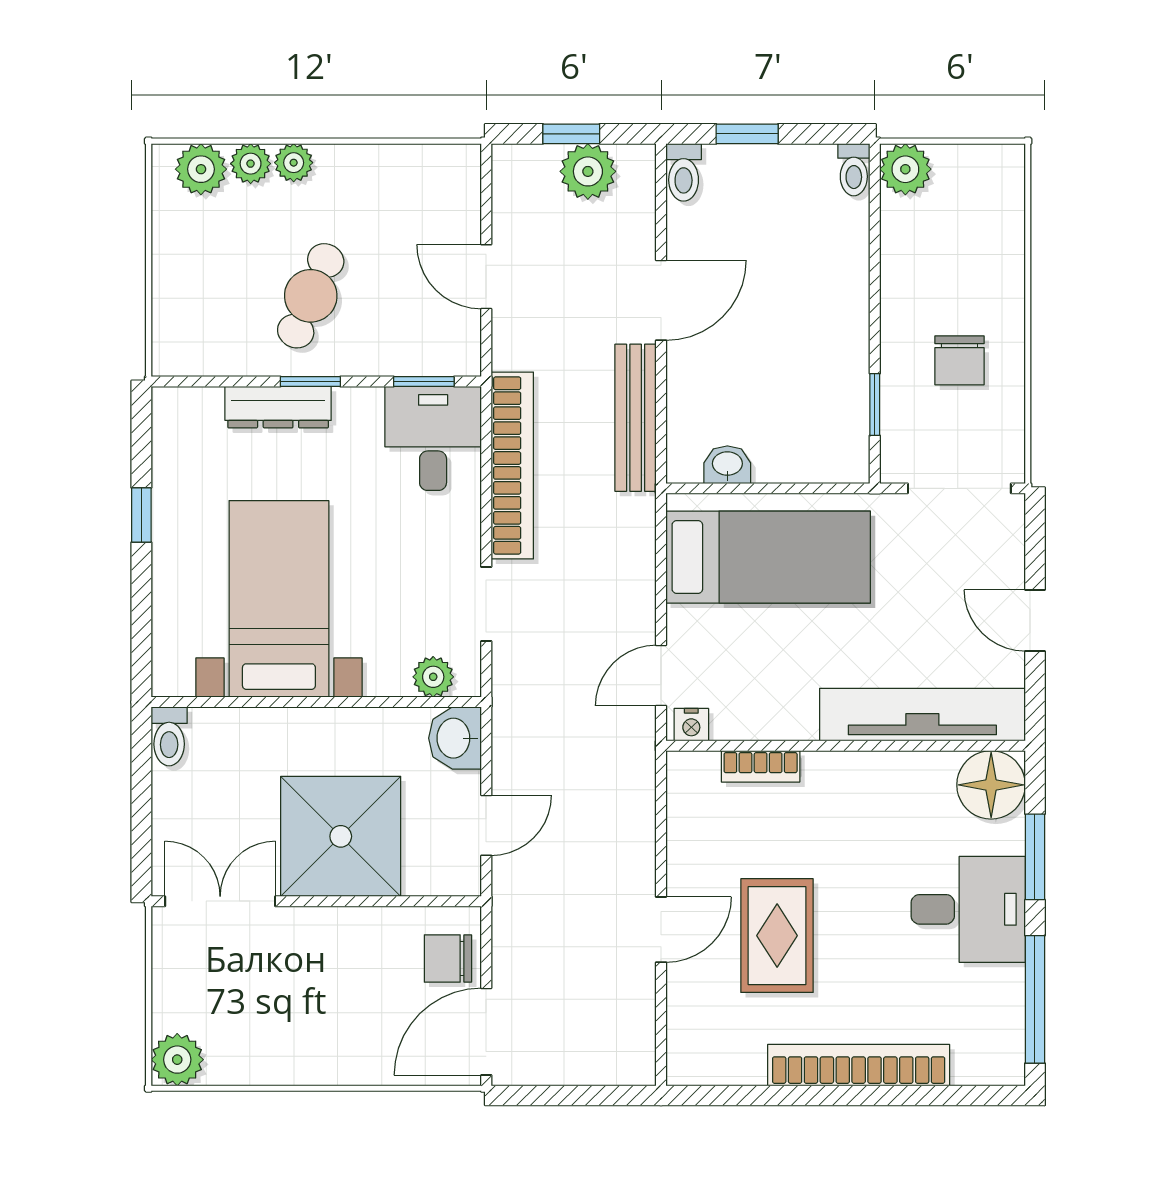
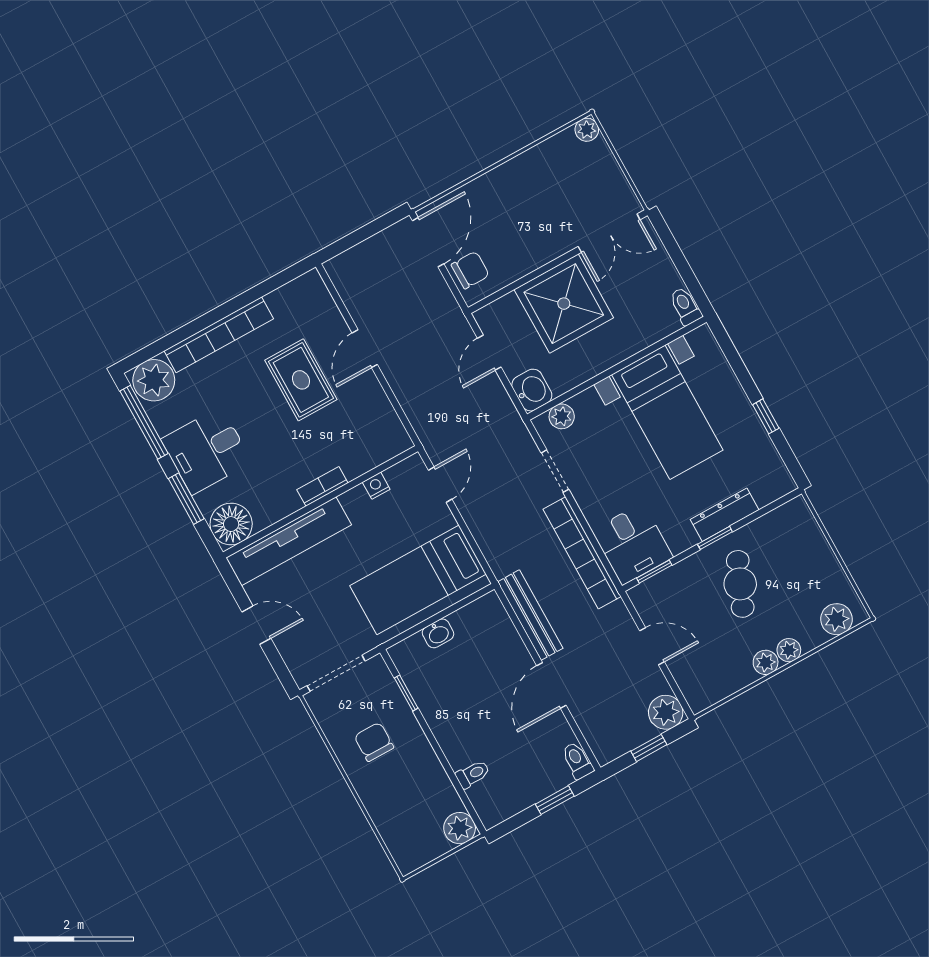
plant: (251, 164) -> (766, 662), moved
toilet: (854, 170) -> (473, 774), moved, turned 90
plant: (588, 171) -> (666, 712), moved
washbasin: (727, 465) -> (438, 633), moved
nightstand: (691, 725) -> (376, 486), moved
bookcase: (761, 766) -> (322, 486), moved
plant: (988, 1052) -> (154, 380), added
plant: (177, 1060) -> (587, 130), width x0.73, depth x0.73

